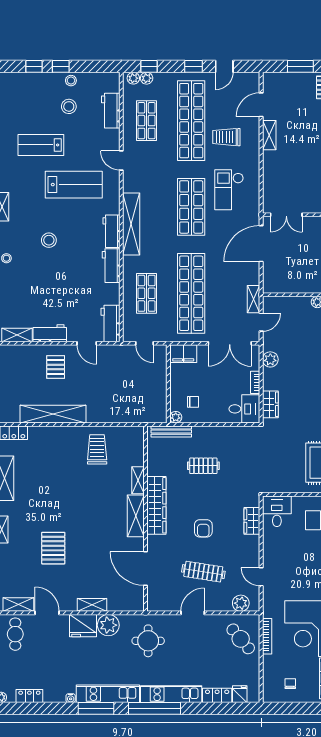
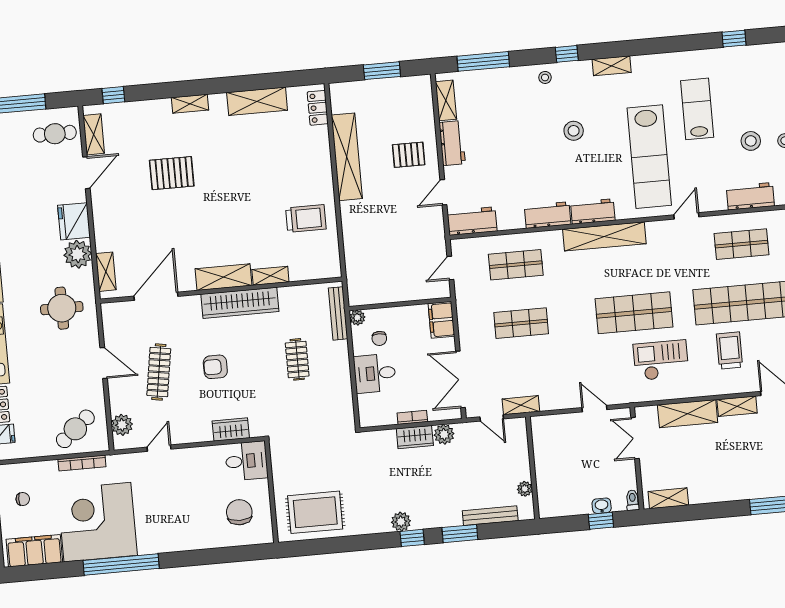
shelving: (271, 173) -> (688, 414), added
lab bench: (74, 185) -> (649, 157), width x1.36
door: (261, 244) -> (594, 409), width x0.53
shop shelf: (191, 293) -> (521, 323), width x0.50, depth x0.74
wardrobe: (270, 404) -> (415, 437), moved
desk: (244, 409) -> (375, 373), moved, turned 90
shelving: (92, 605) -> (106, 272), moved

